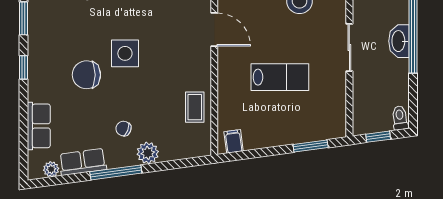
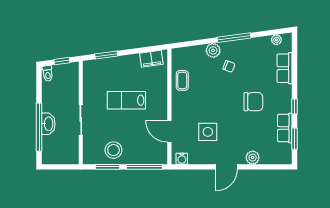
side table: (125, 53) -> (208, 132), moved
filing cabinet: (234, 141) -> (151, 59), width x2.00
row of seats: (83, 162) -> (285, 128), moved, turned 98

